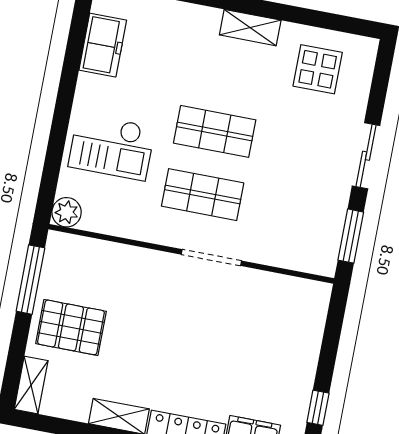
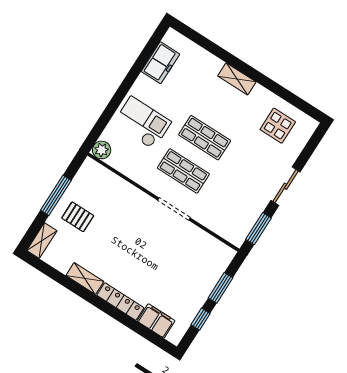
shelving: (250, 28) -> (237, 79), moved
checkout: (112, 147) -> (142, 123), turned 180
window: (30, 280) -> (56, 195), moved
pallet: (71, 327) -> (78, 217), width x0.67, depth x0.71
window: (329, 348) -> (221, 288), added

